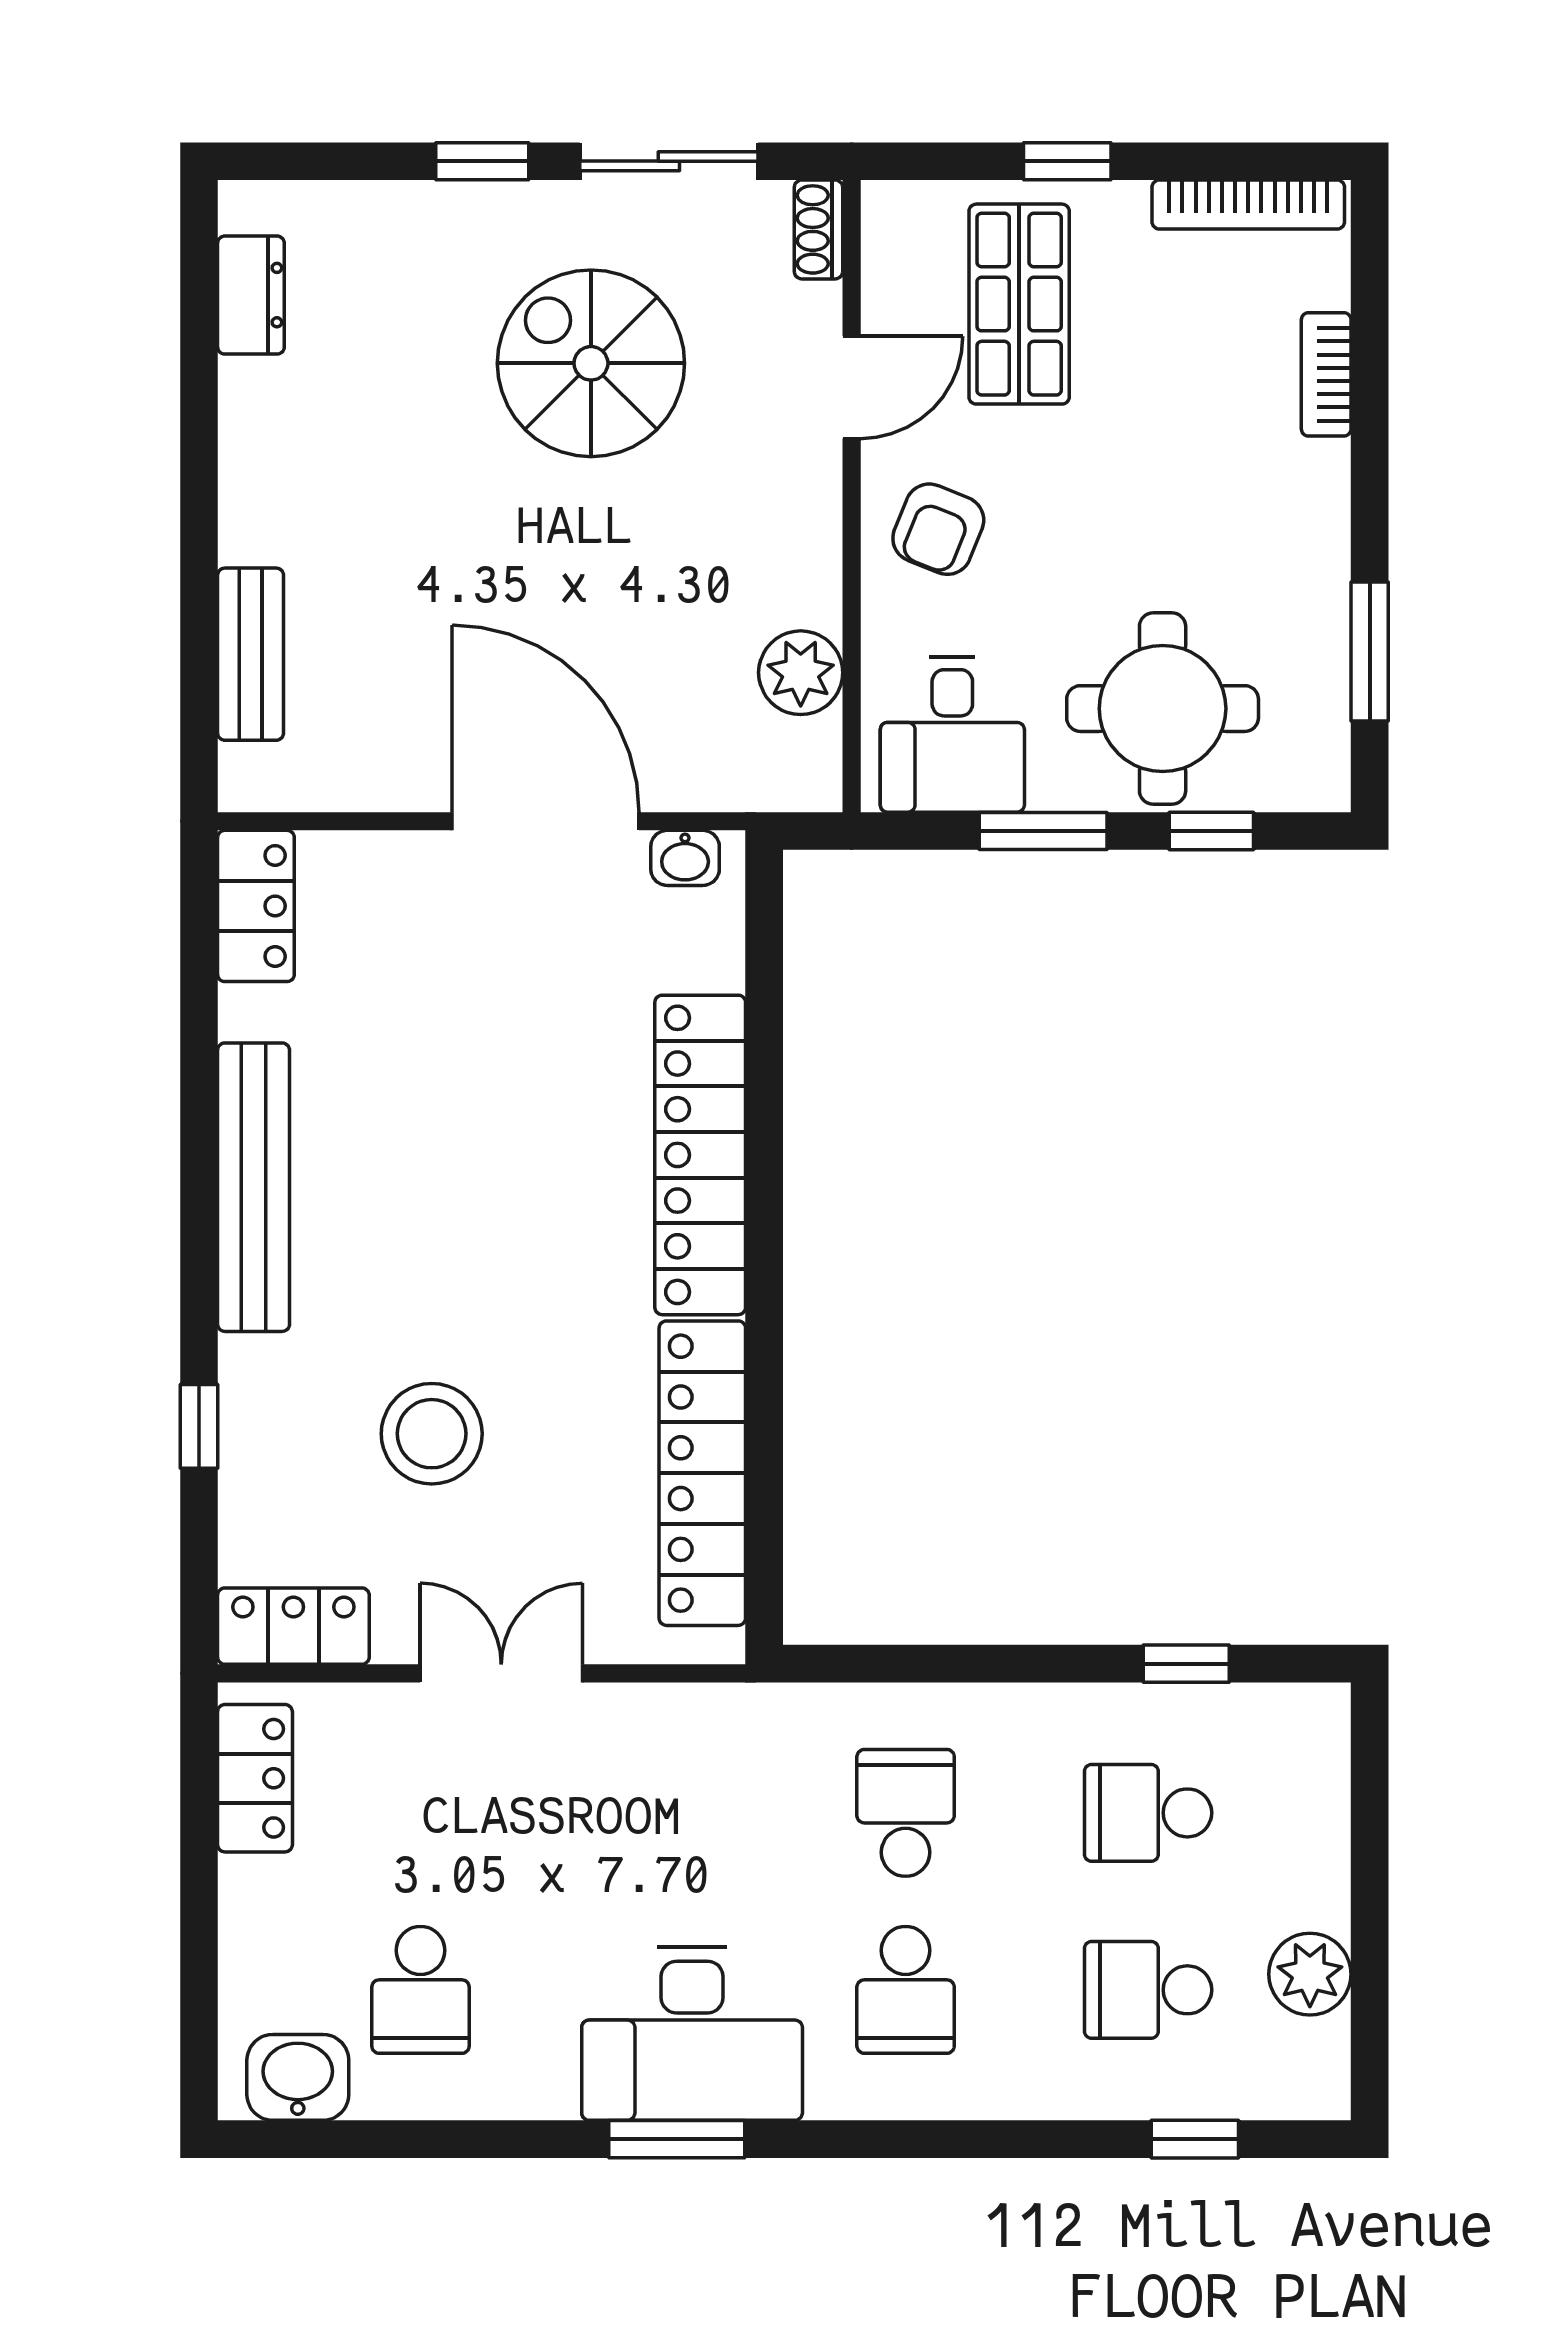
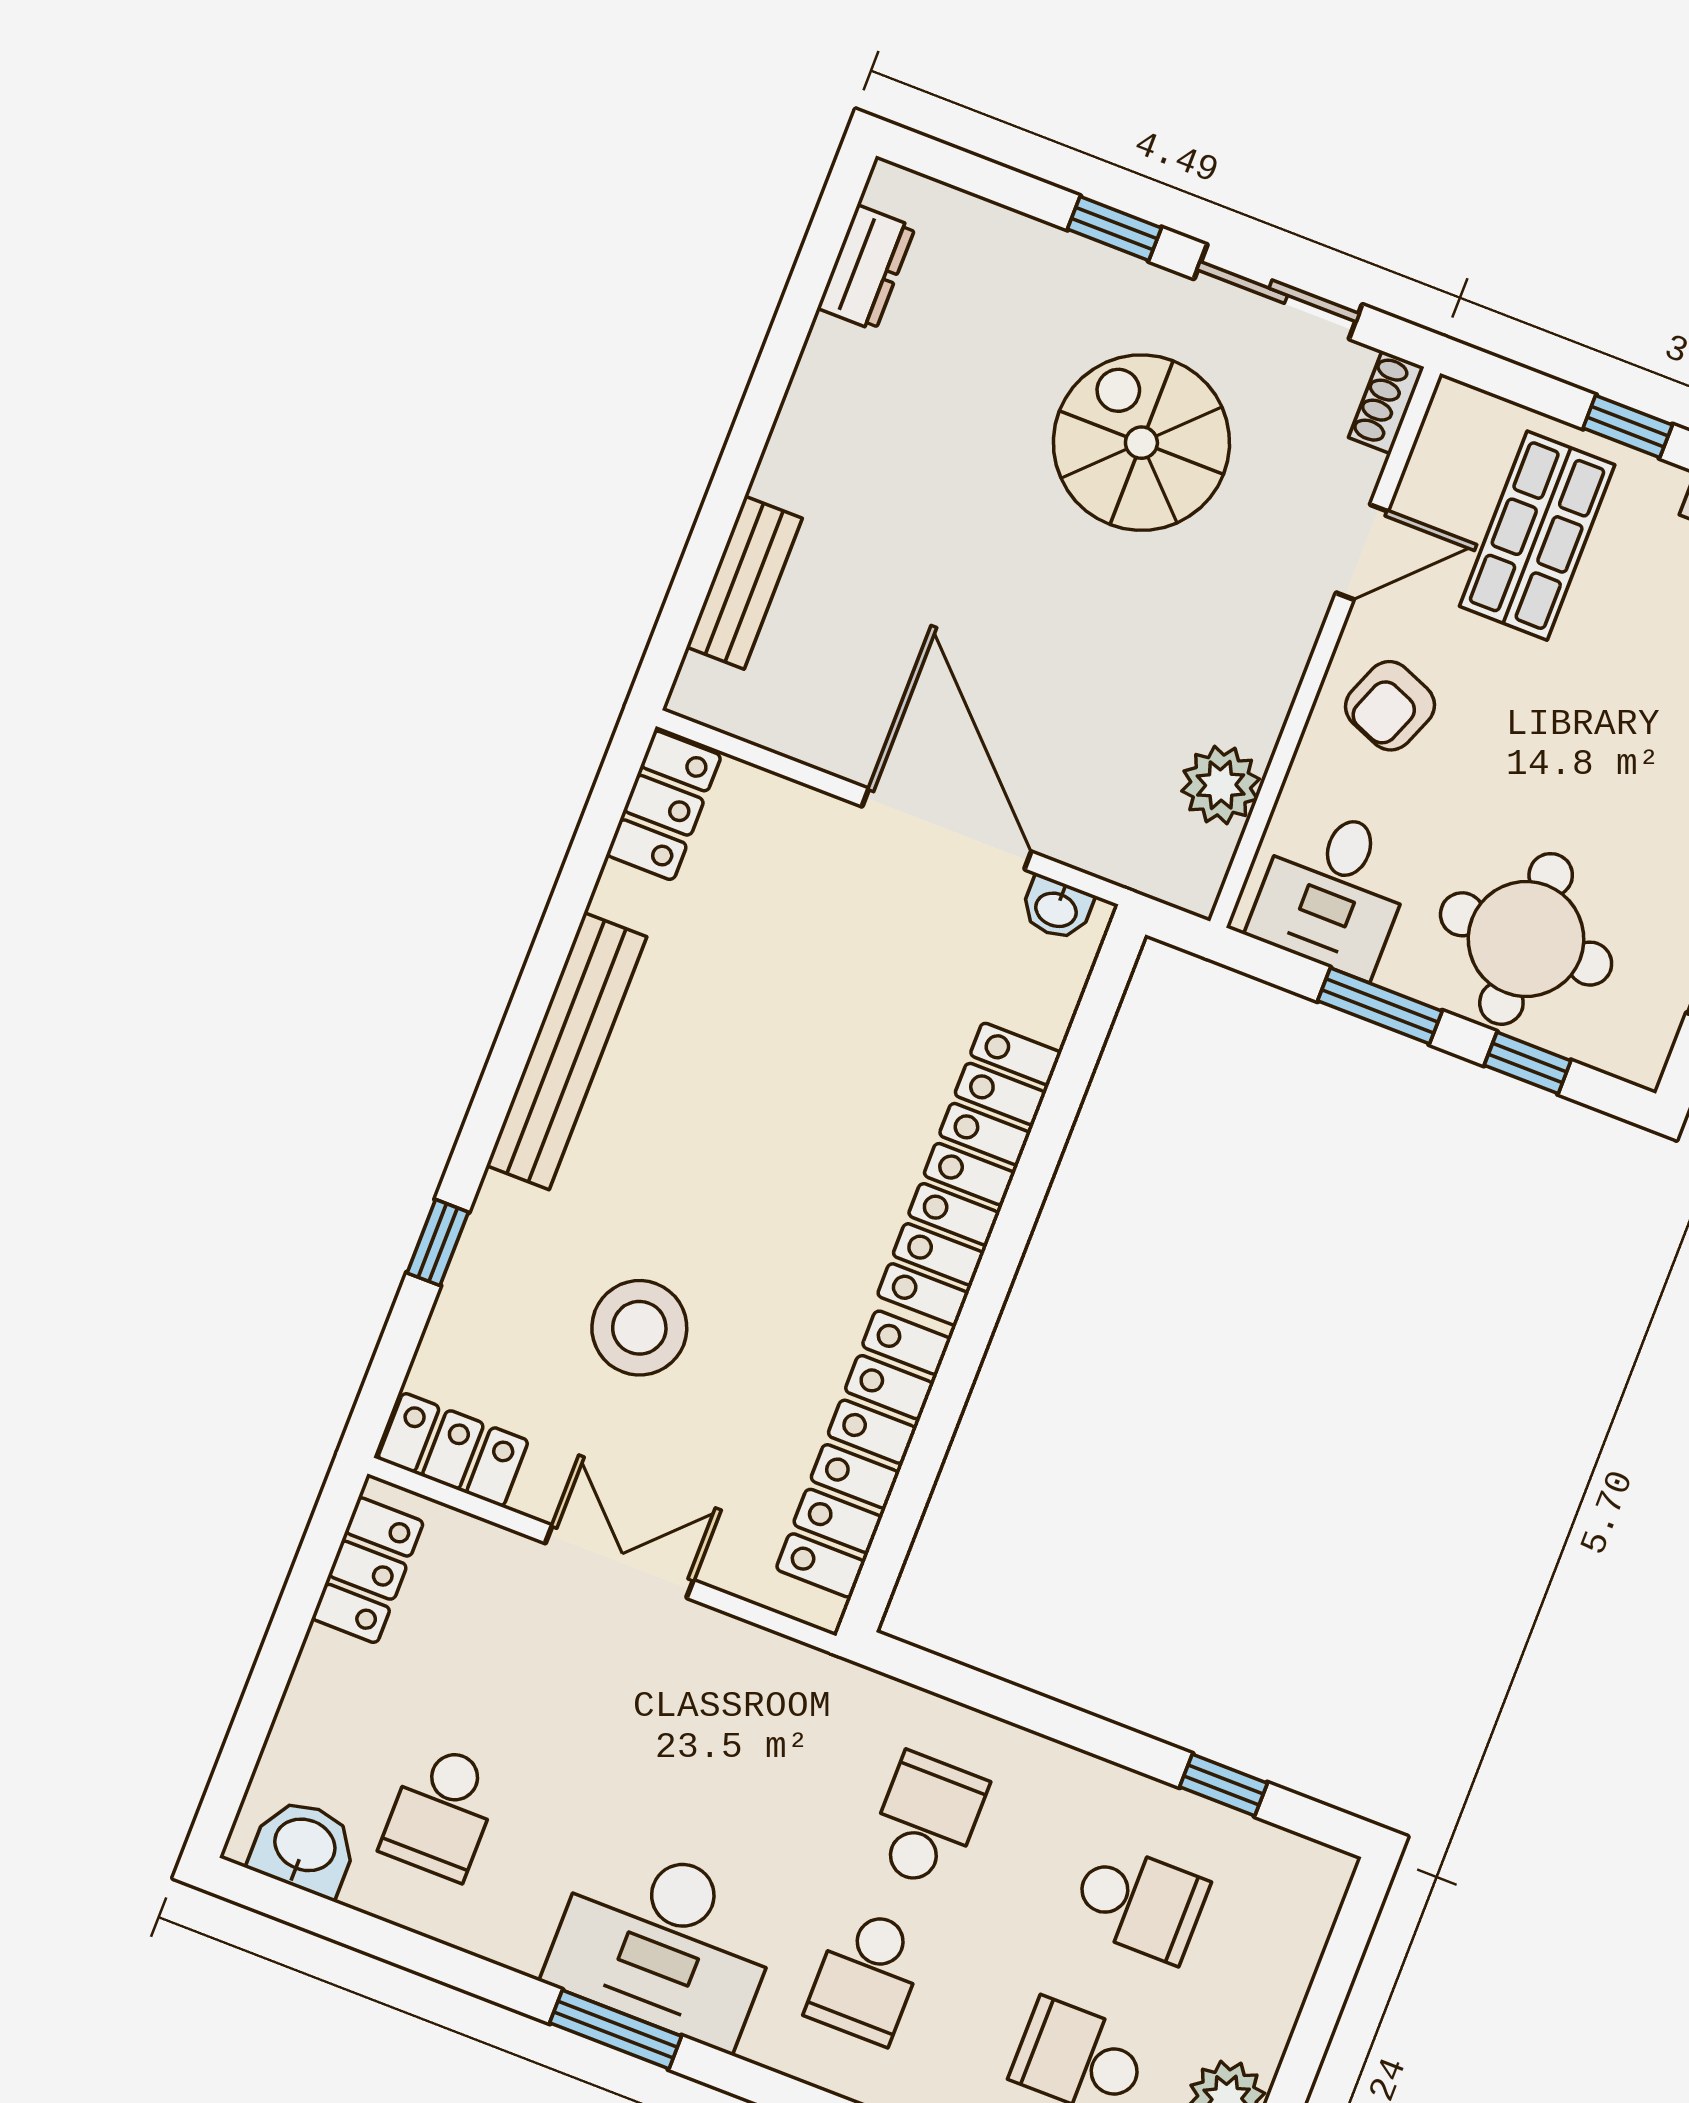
school desk: (1148, 1813) -> (1139, 1903), turned 180

